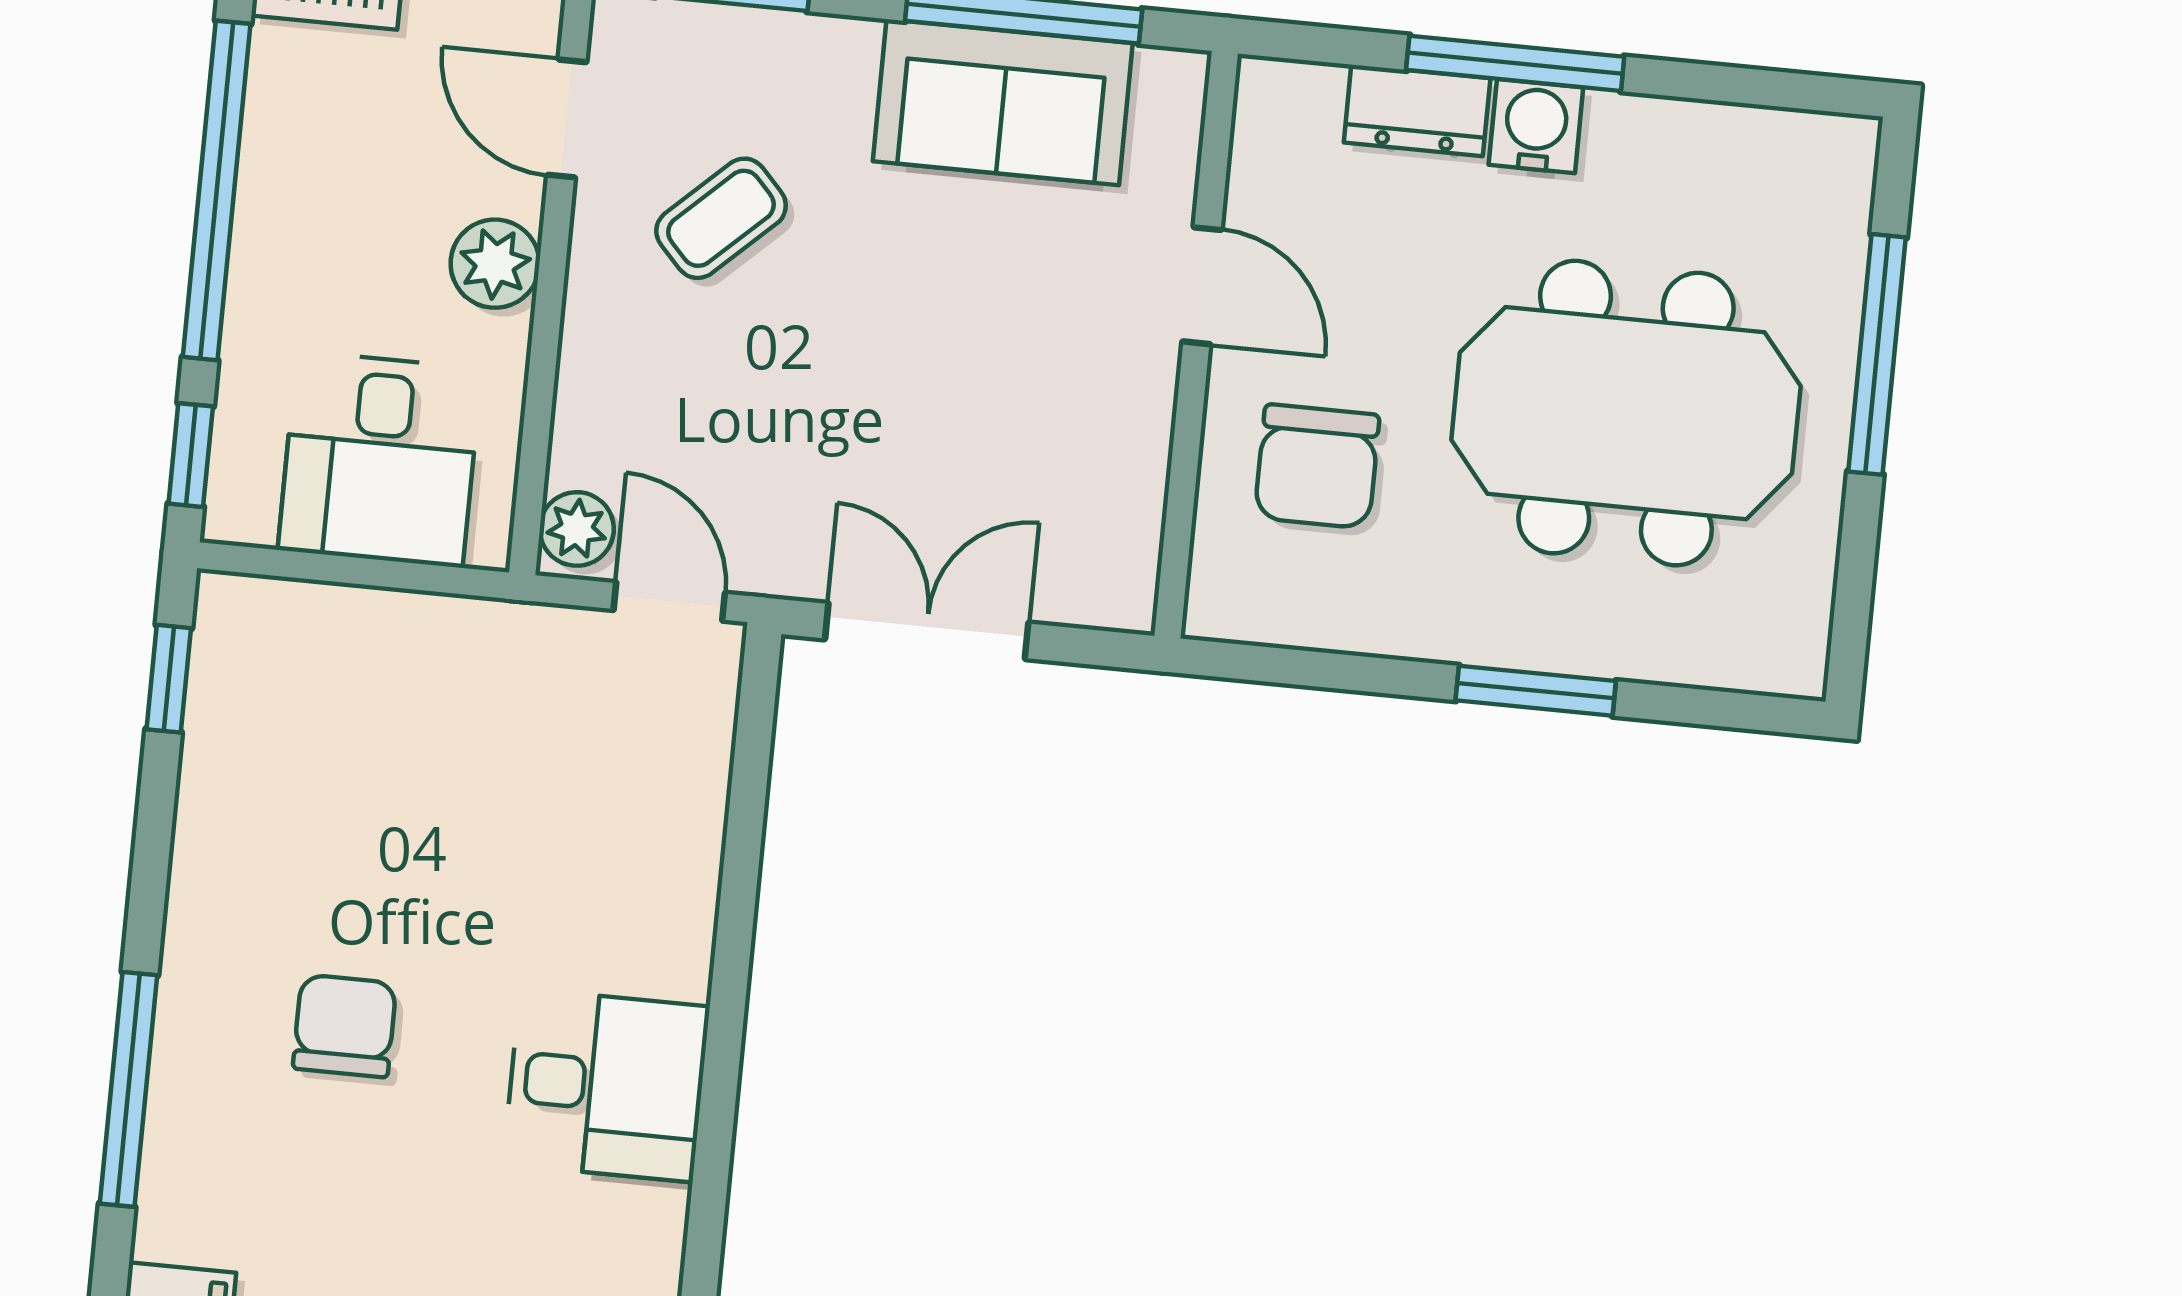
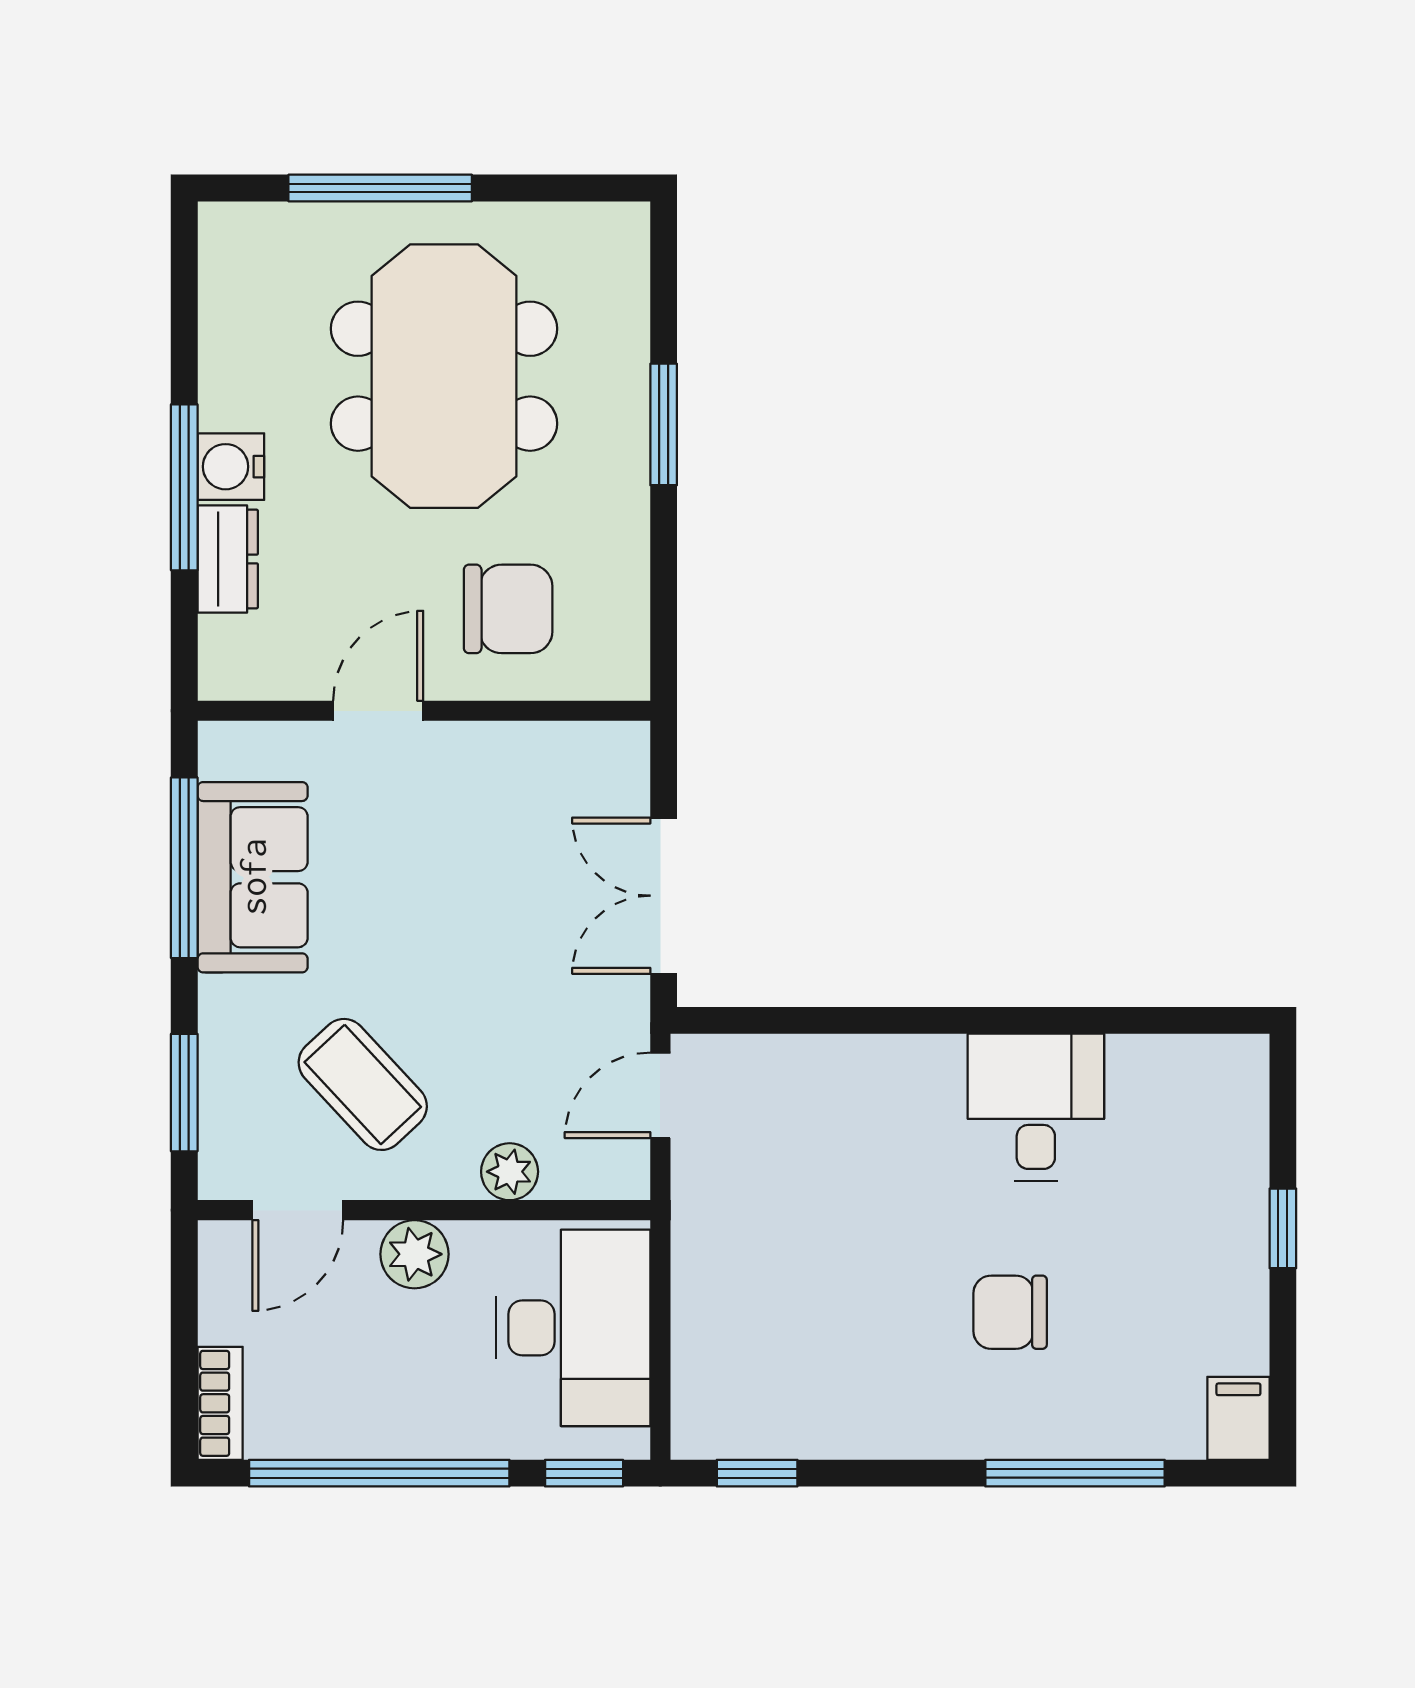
coffee table: (721, 218) -> (363, 1084), width x1.36, depth x1.30
desk: (380, 459) -> (573, 1328), width x1.37
plant: (577, 529) -> (510, 1172), moved

